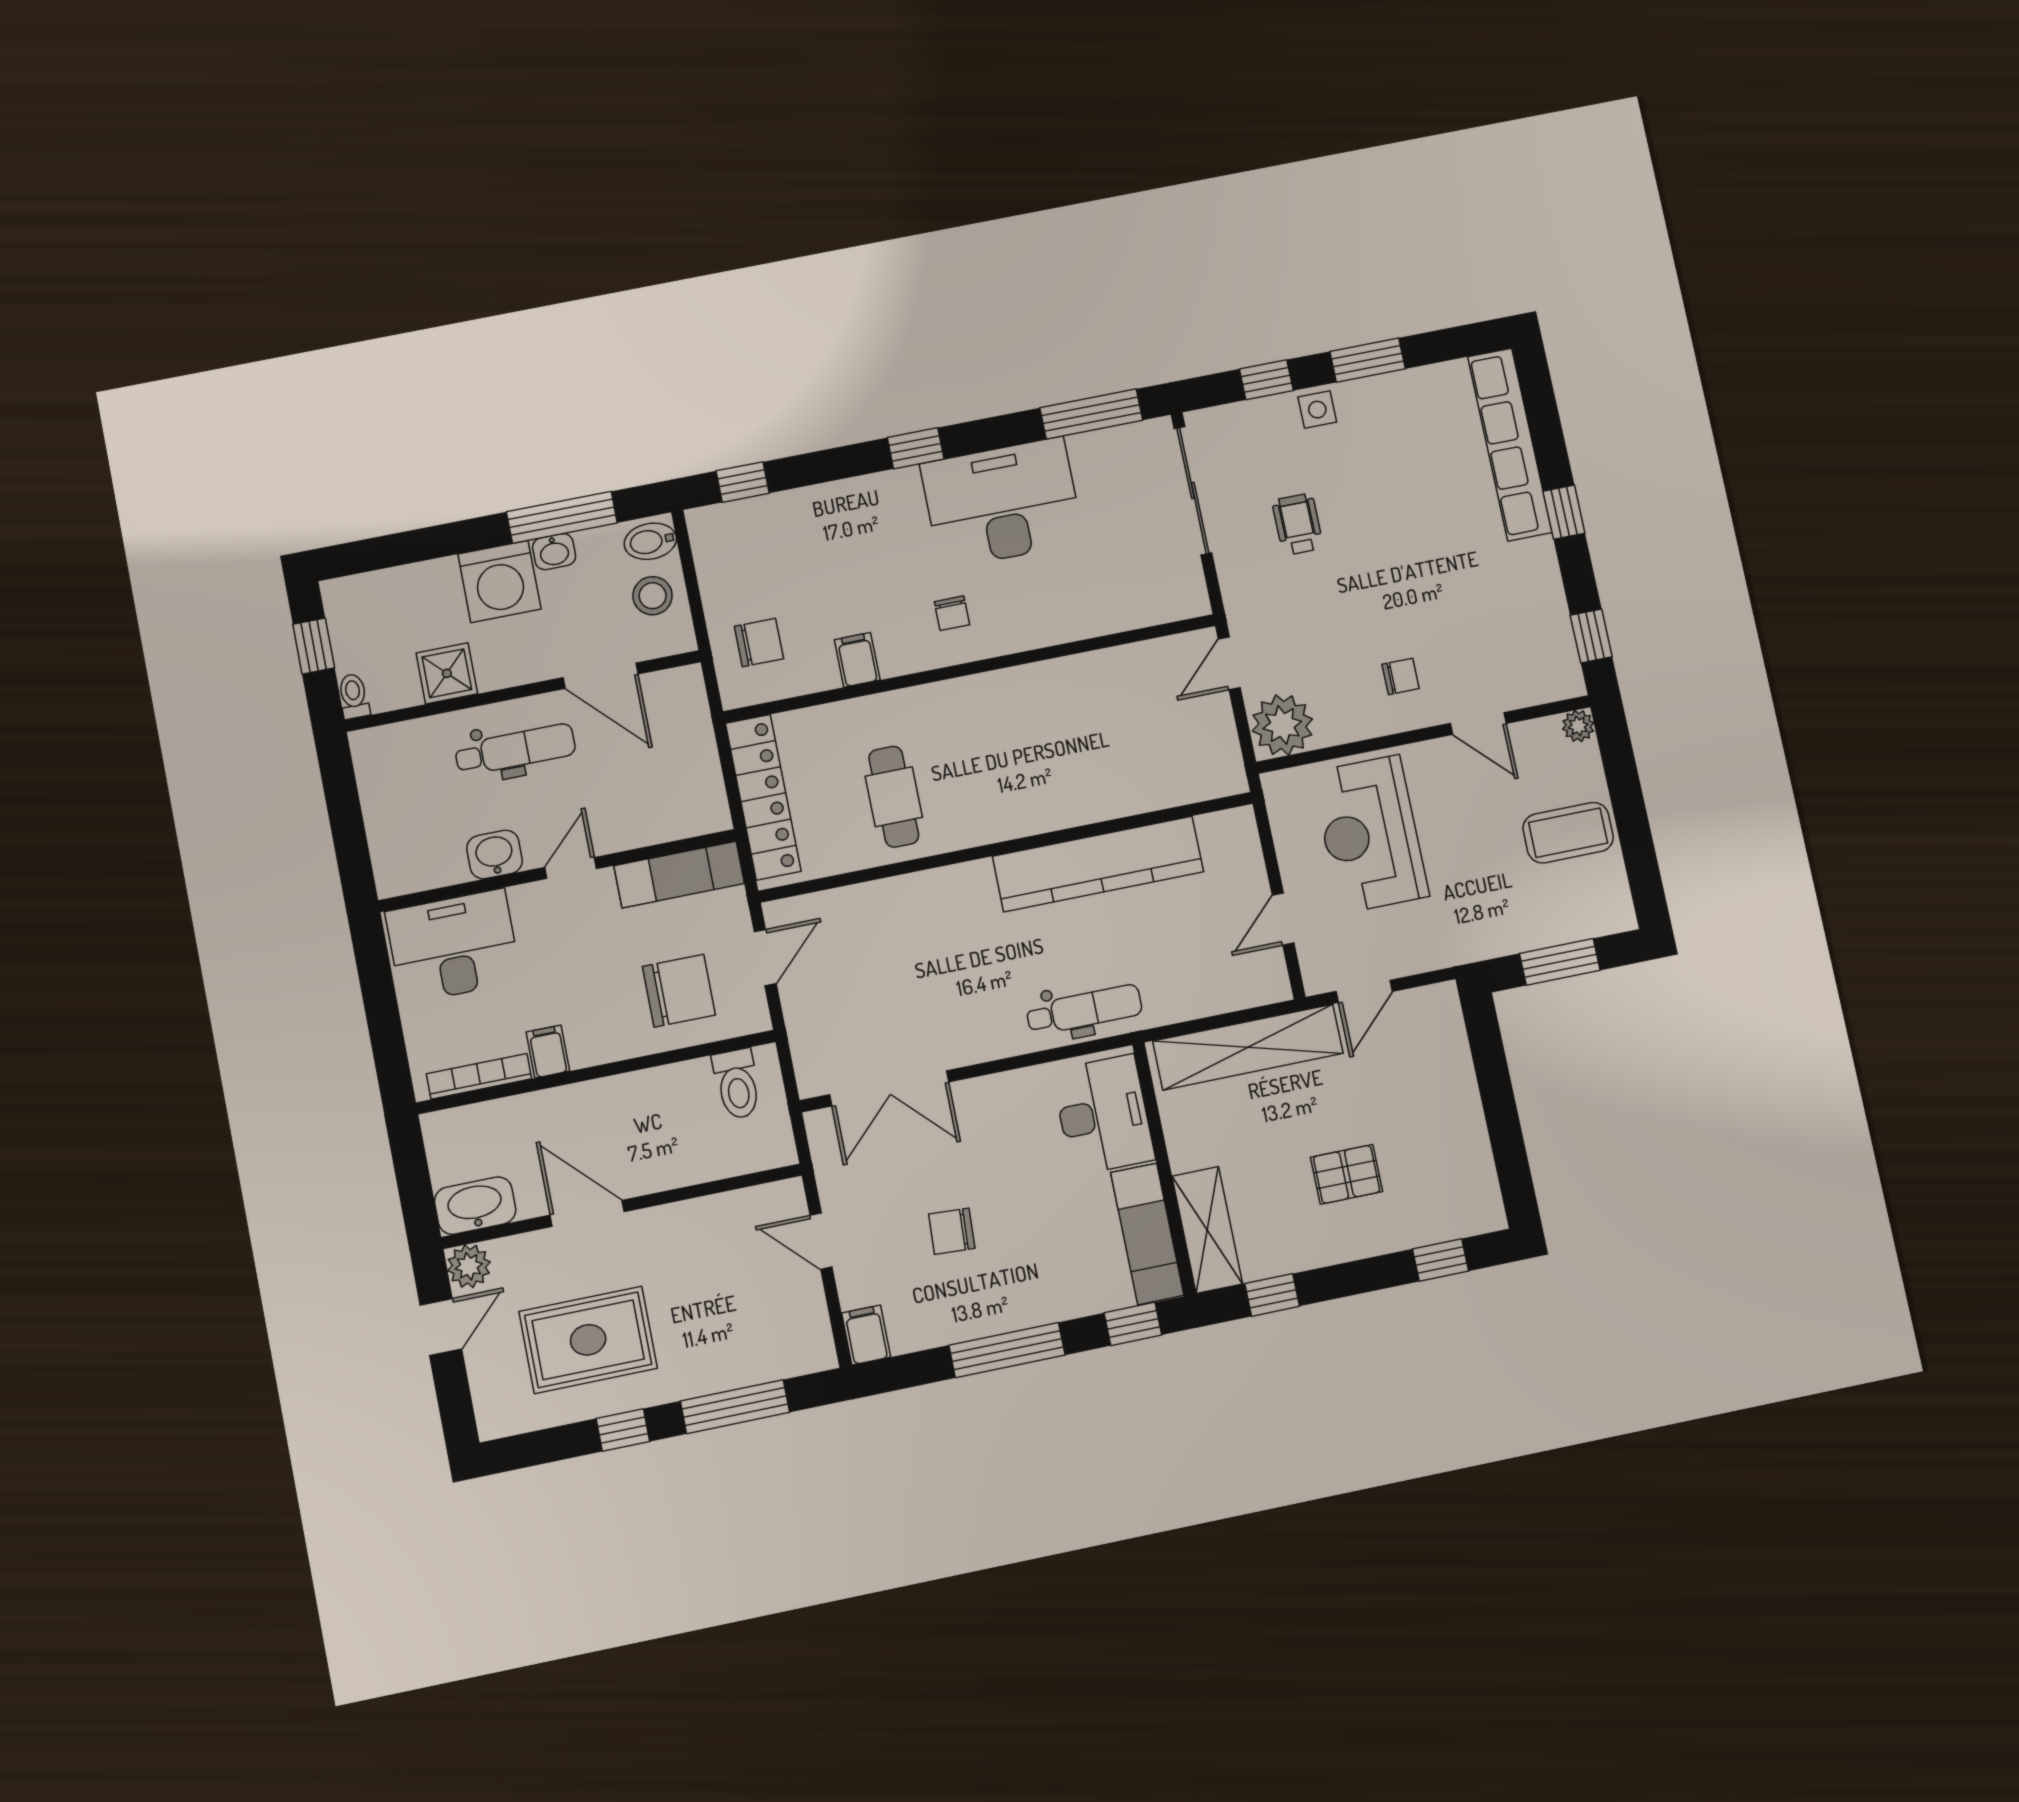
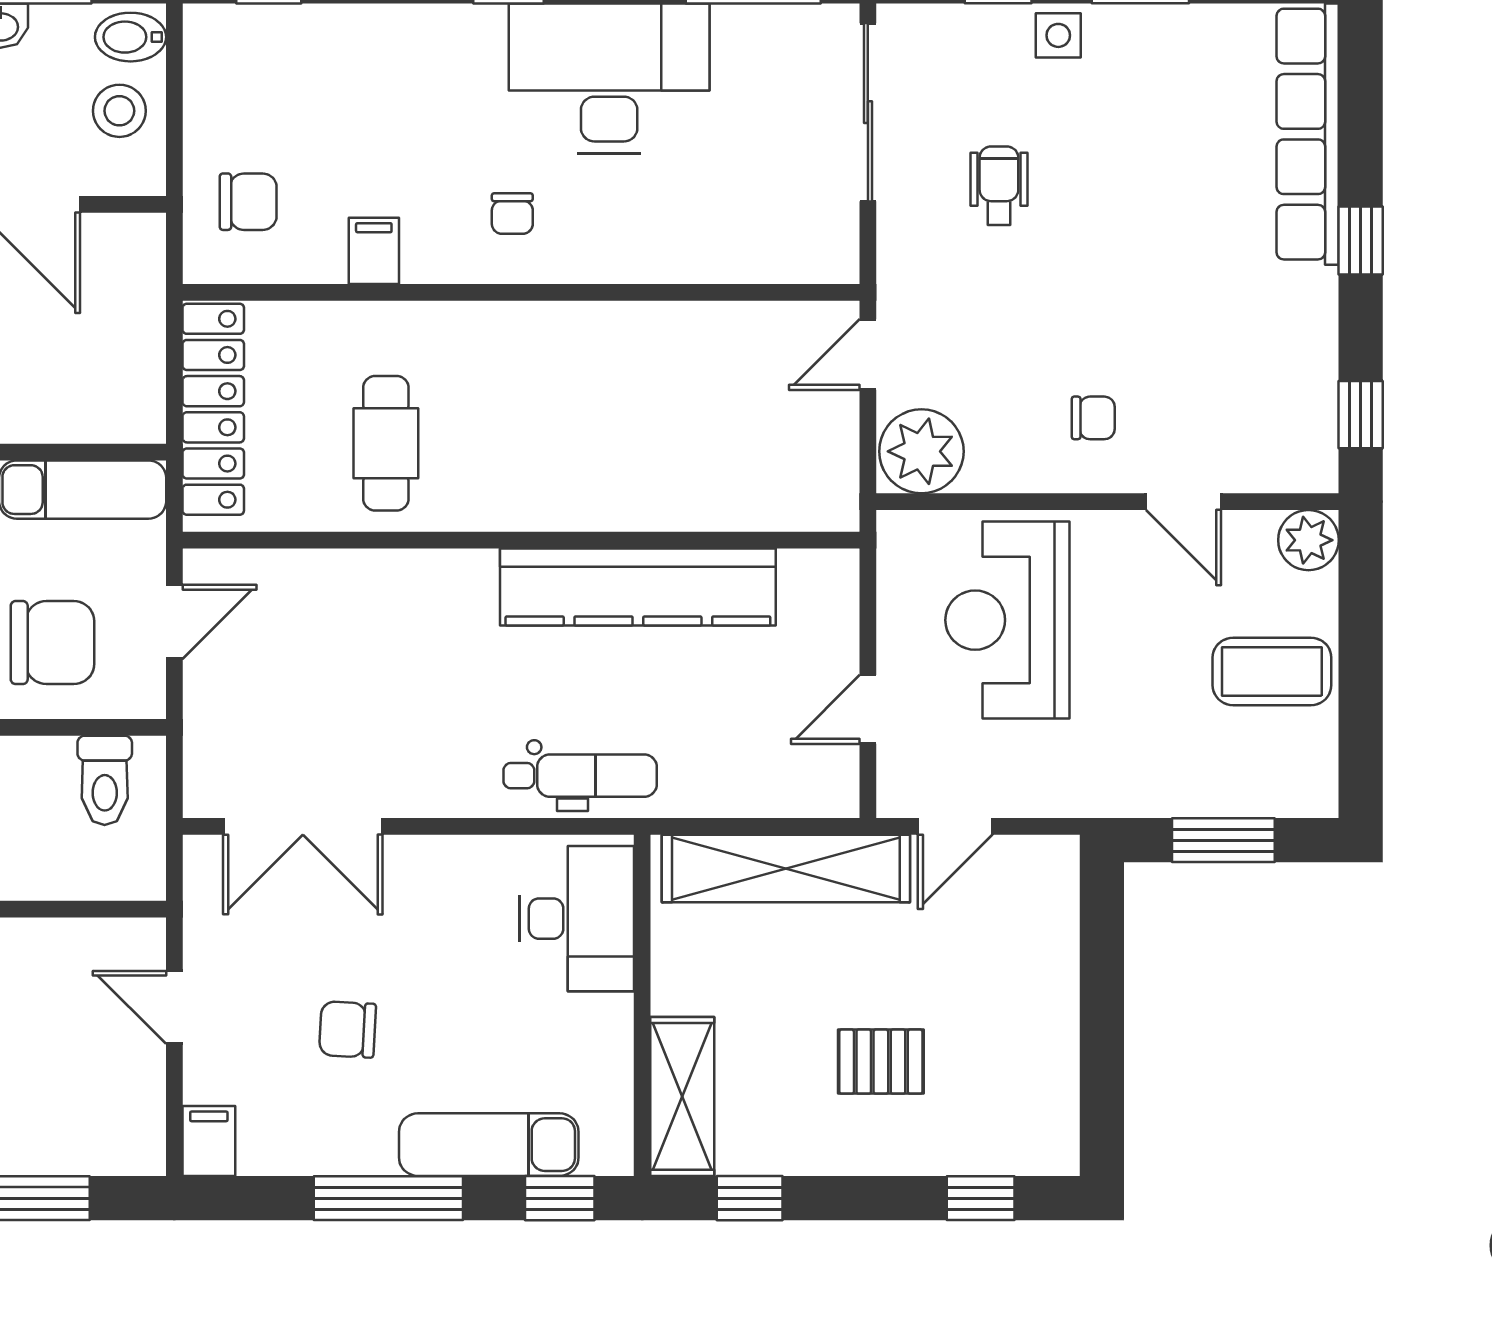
plant: (1578, 726) -> (1308, 540), width x1.38, depth x1.38
exam couch: (1147, 1234) -> (489, 1145), moved, turned 90

